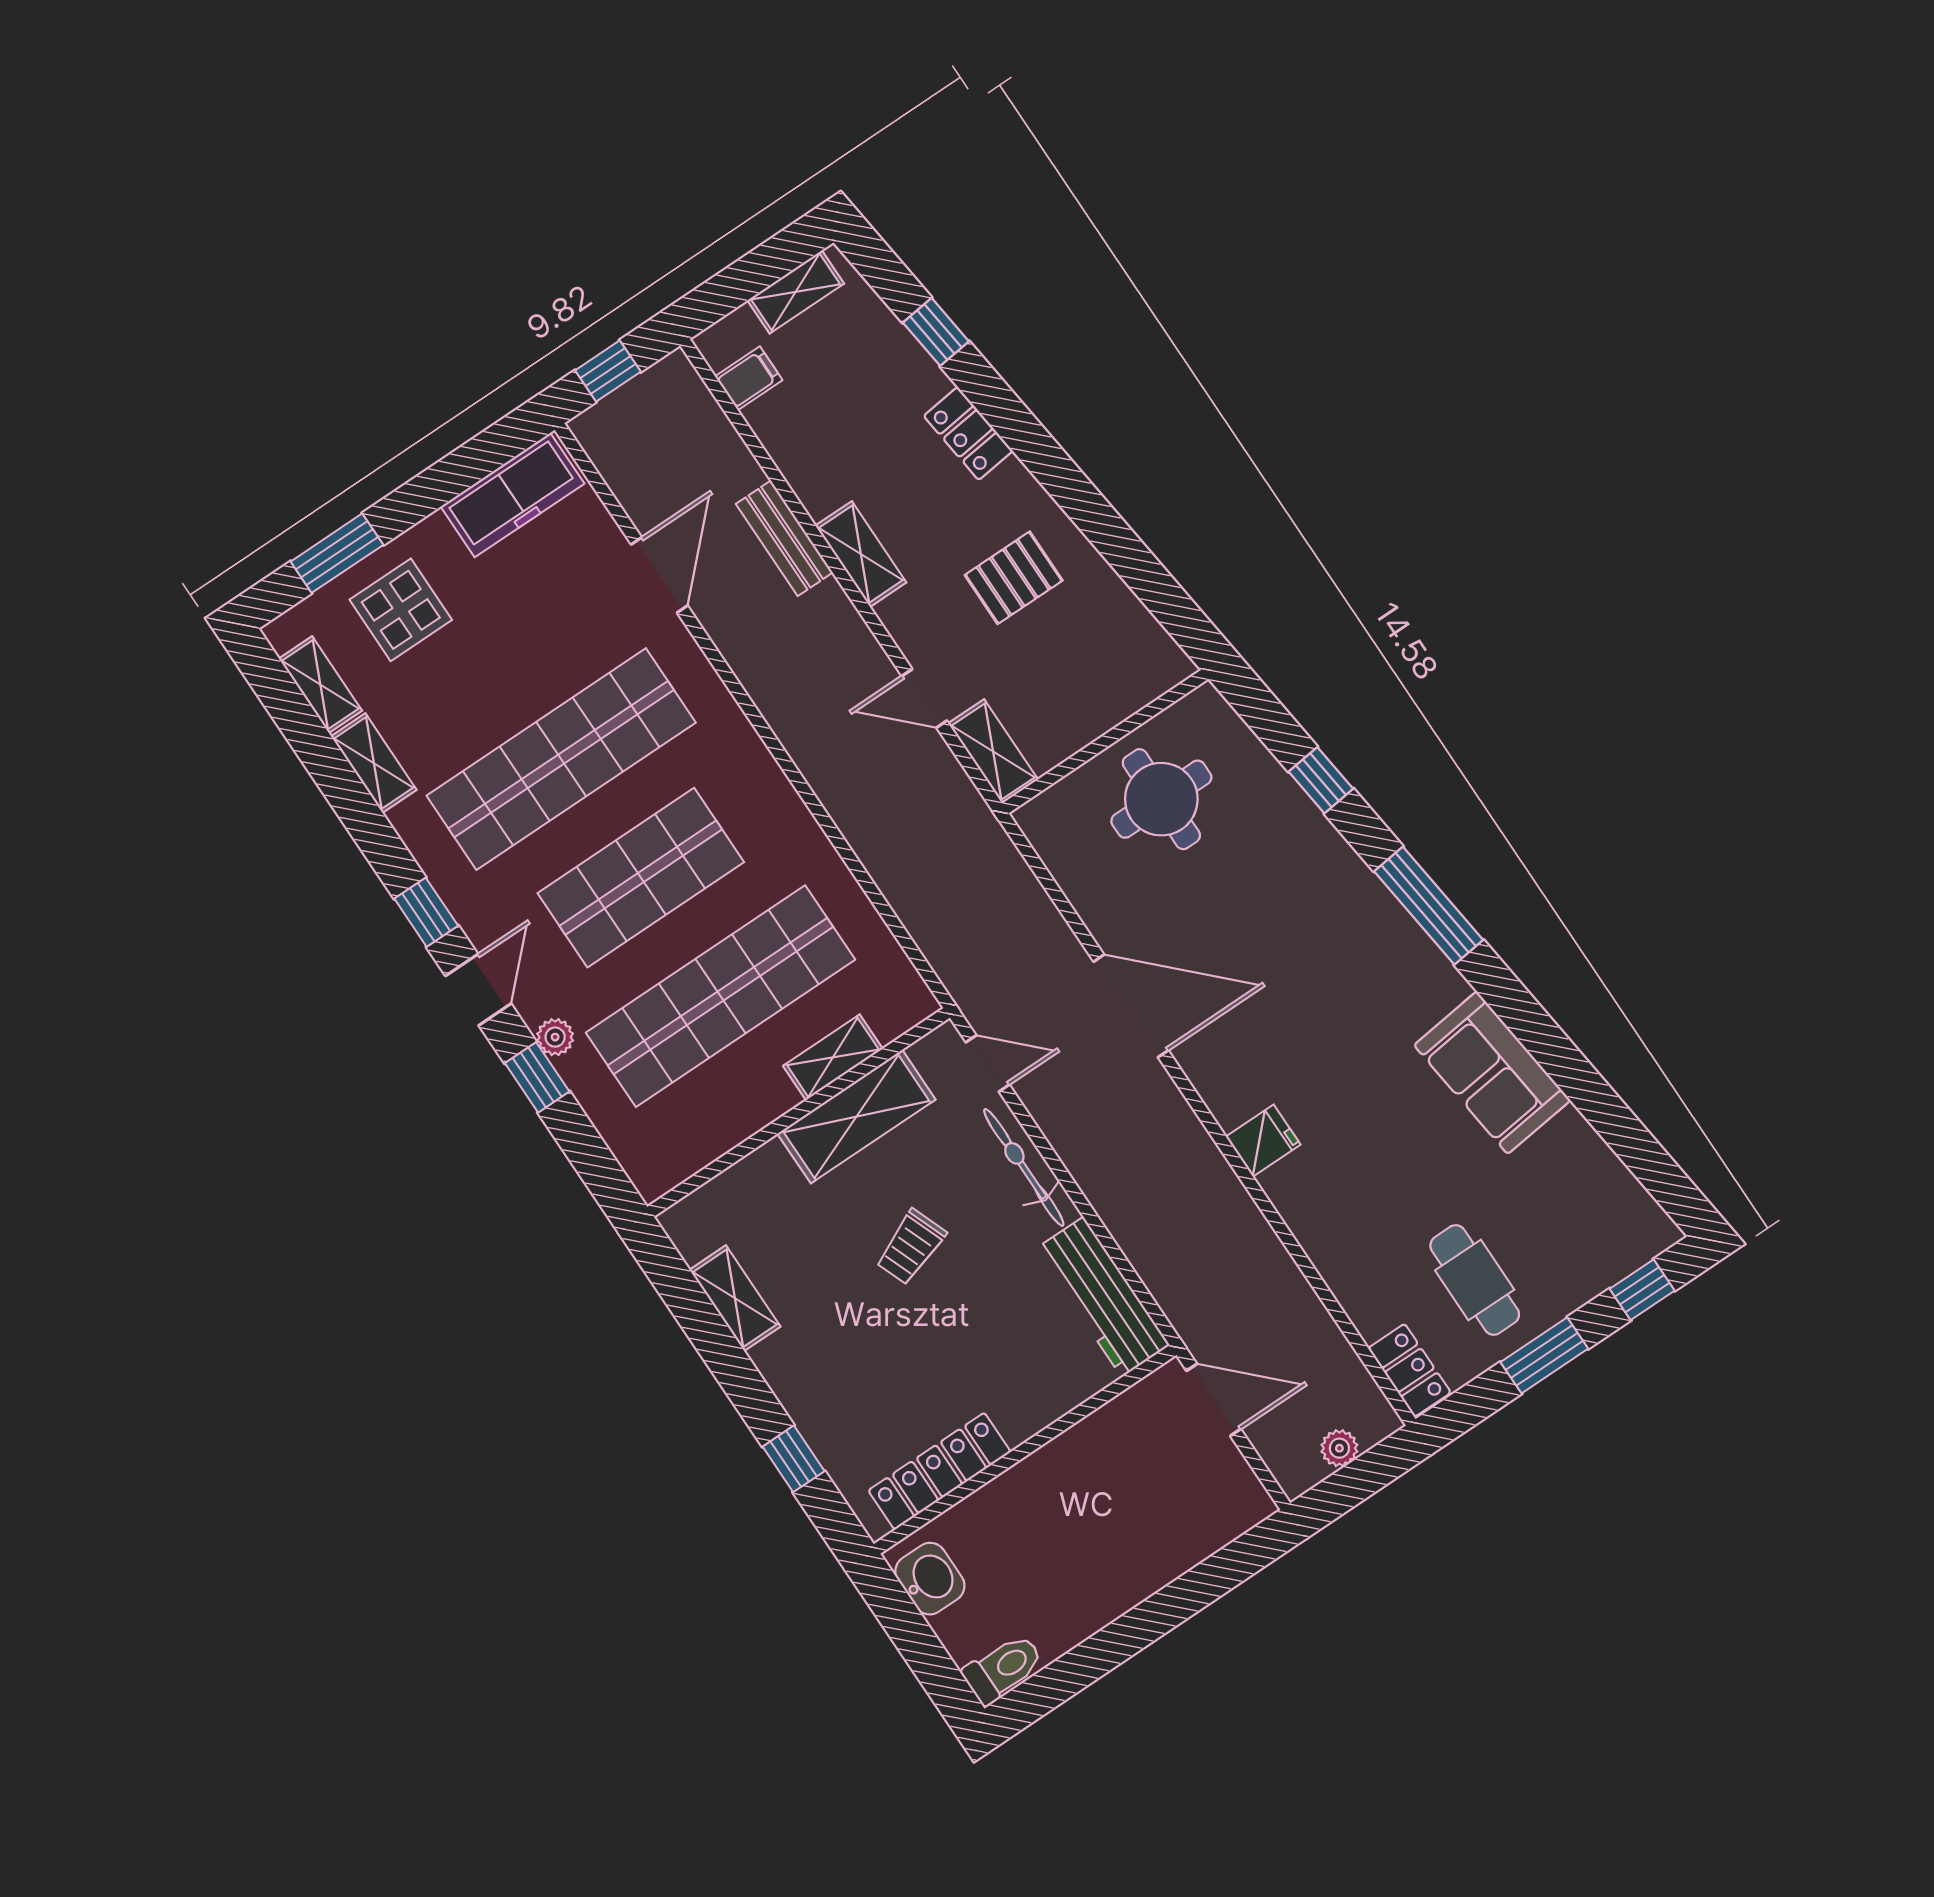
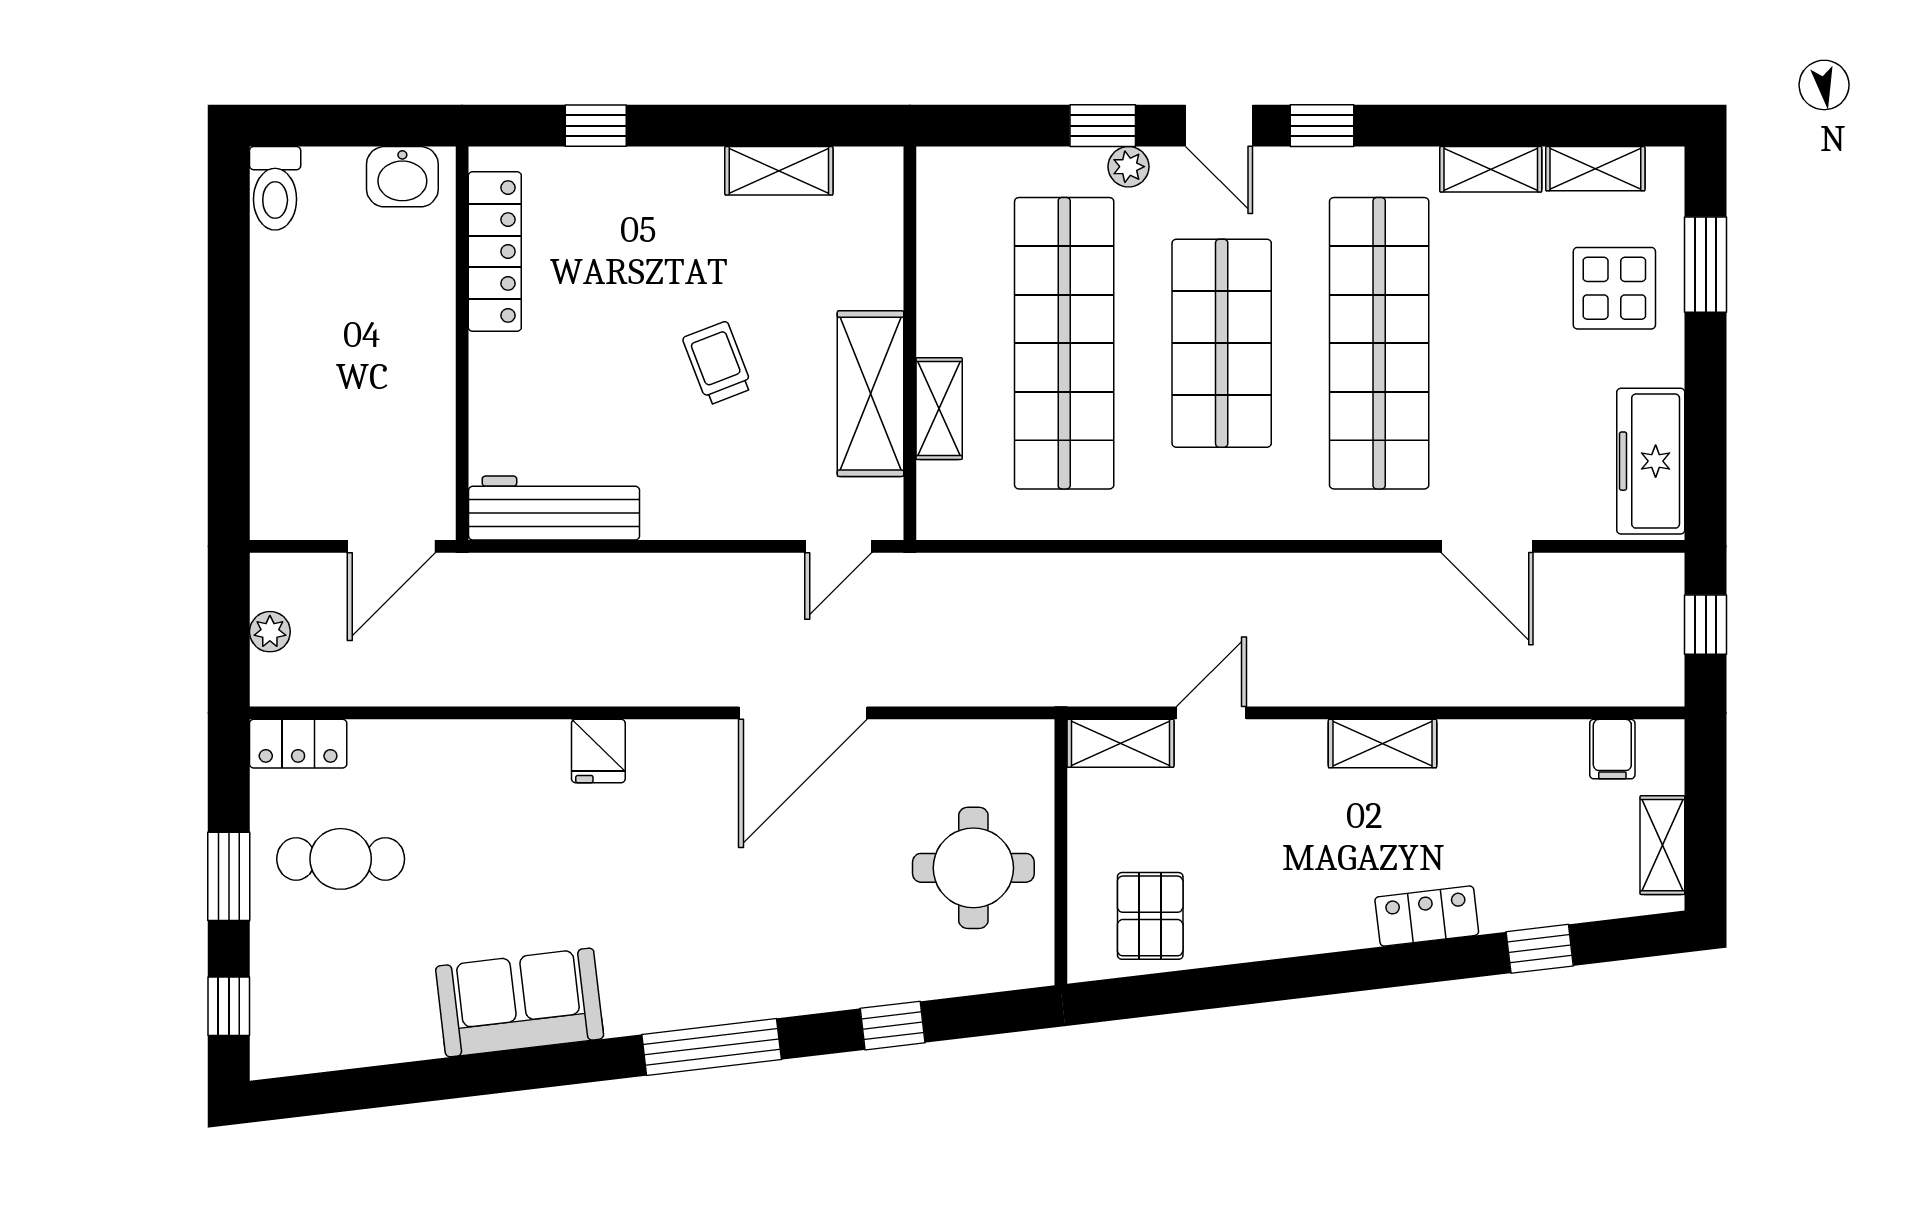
bench: (784, 538) -> (1444, 683), removed
pallet: (1014, 578) -> (1150, 916), moved
bicycle: (1024, 1167) -> (721, 516), removed

